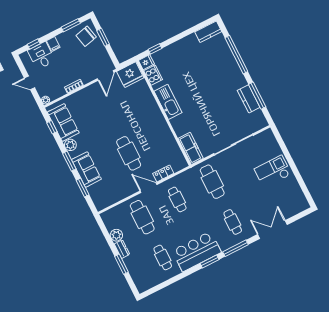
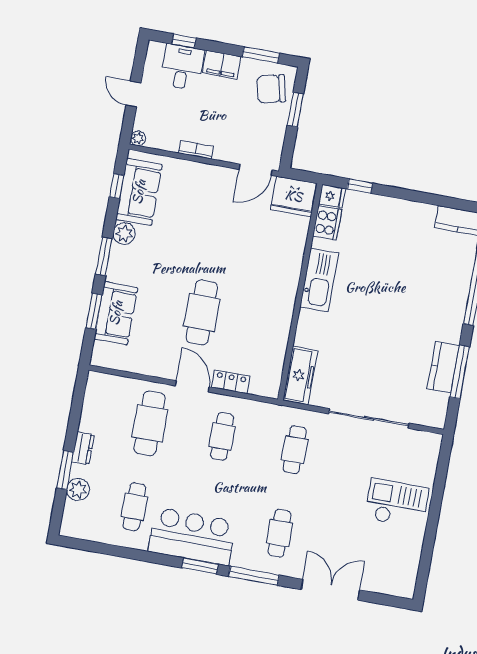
filing cabinet: (53, 44) -> (222, 65), width x2.00
sofa: (86, 169) -> (116, 313), moved
cafe table: (212, 182) -> (295, 450), width x0.73, depth x0.74
plant: (116, 235) -> (78, 490), moved

